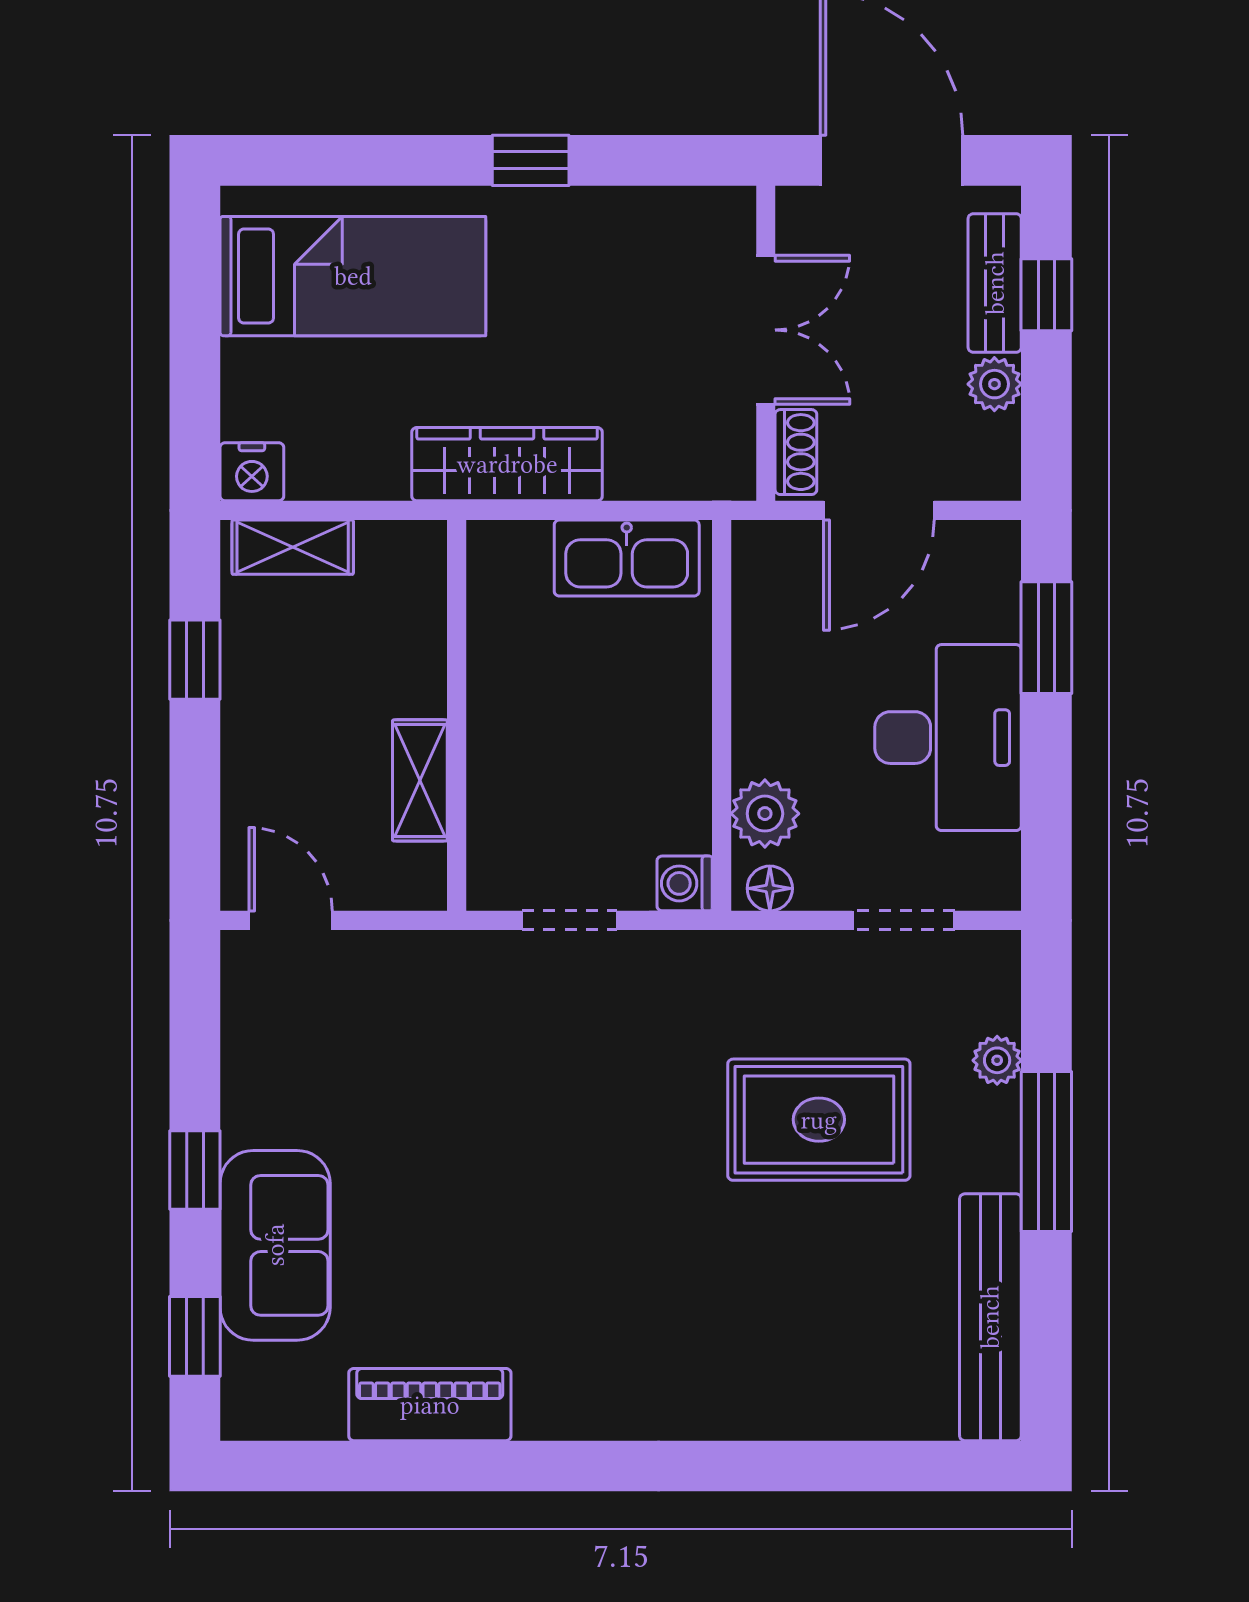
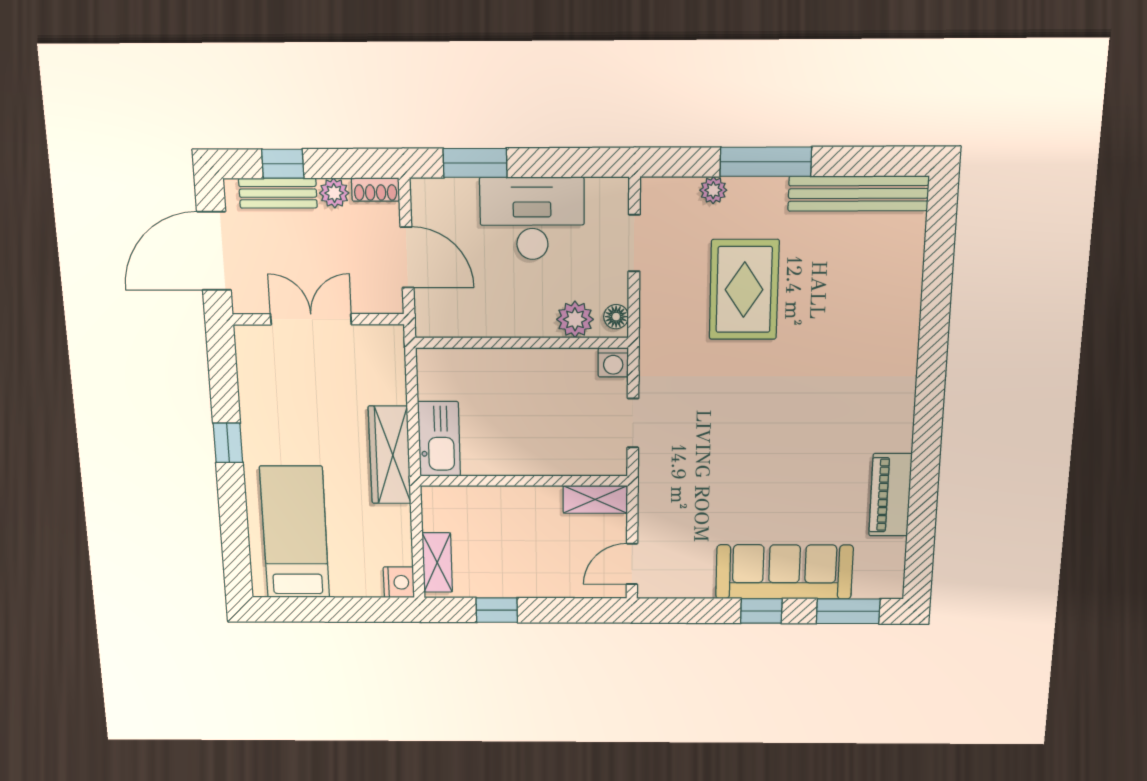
shoe rack: (796, 452) -> (375, 189), moved, turned 180
kitchen sink: (627, 558) -> (439, 439), moved
shelving: (420, 780) -> (595, 499), moved
sofa: (275, 1245) -> (784, 572), width x1.36
window: (195, 1336) -> (848, 611), width x1.50

